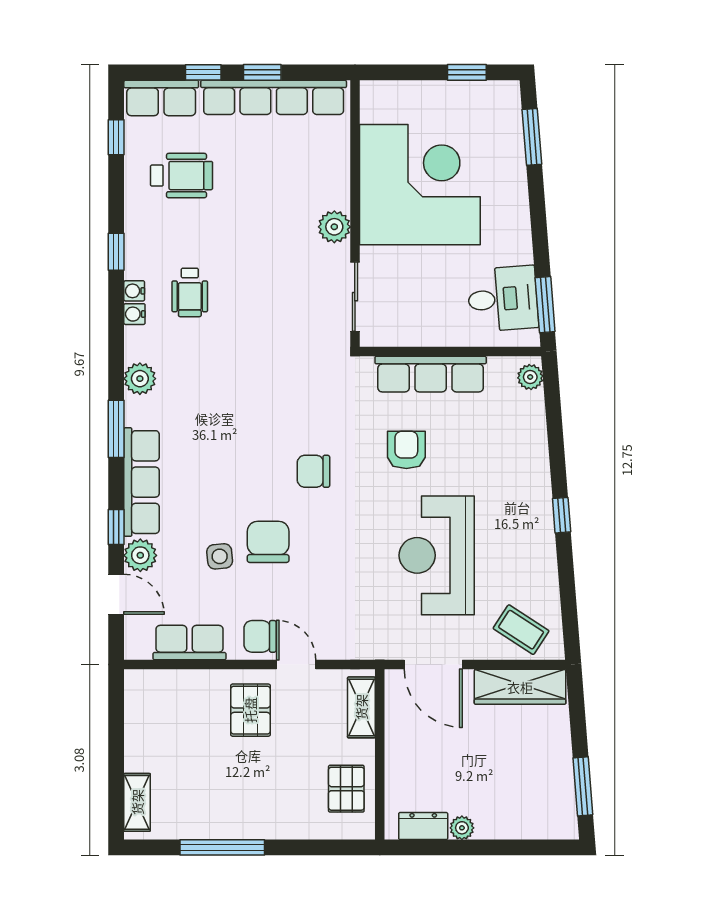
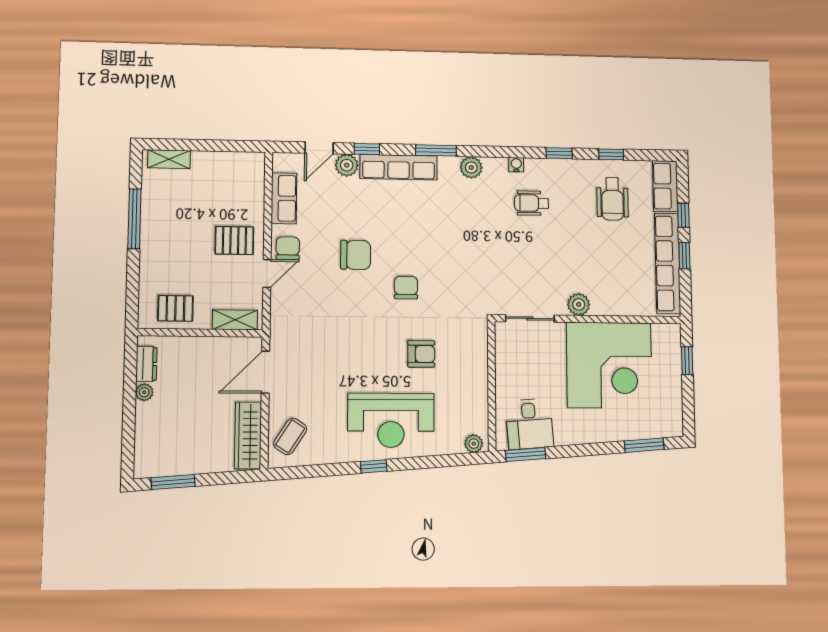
window: (467, 72) -> (687, 361), moved
window: (116, 137) -> (611, 154), moved
water cooler: (134, 291) -> (532, 165), removed
row of seats: (431, 374) -> (475, 372), removed
reception desk: (437, 555) -> (391, 420), moved, turned 180
side table: (220, 556) -> (345, 221), removed

